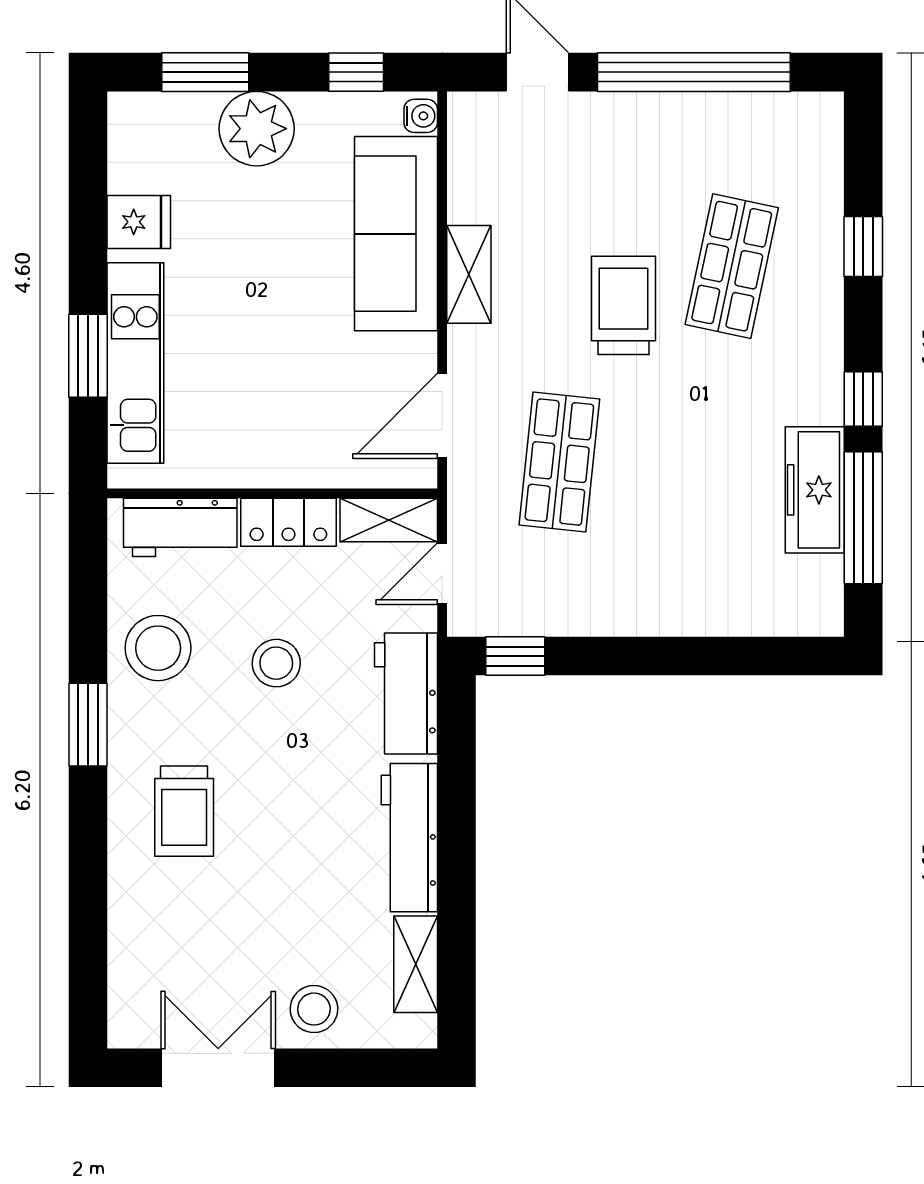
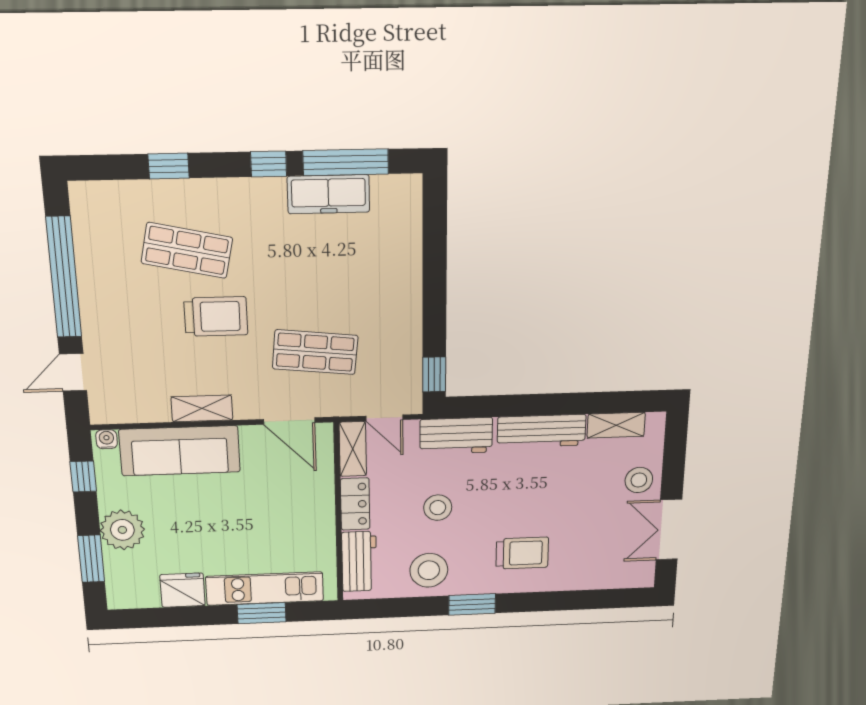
fridge: (139, 222) -> (182, 590), width x1.38
trolley: (624, 305) -> (216, 317), turned 180

